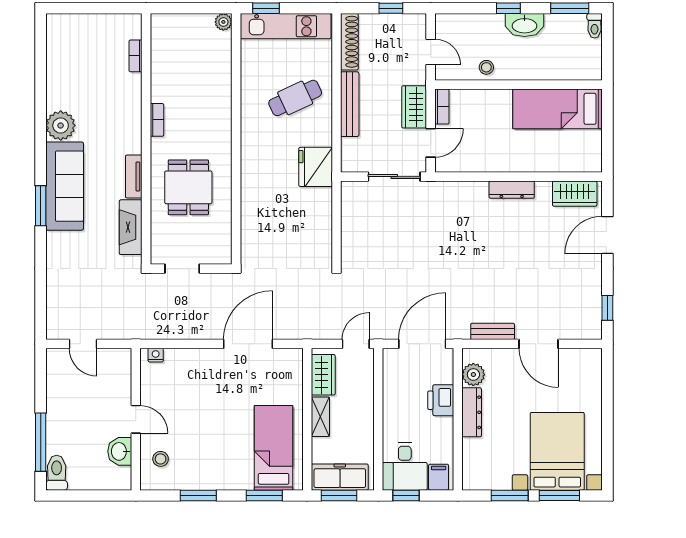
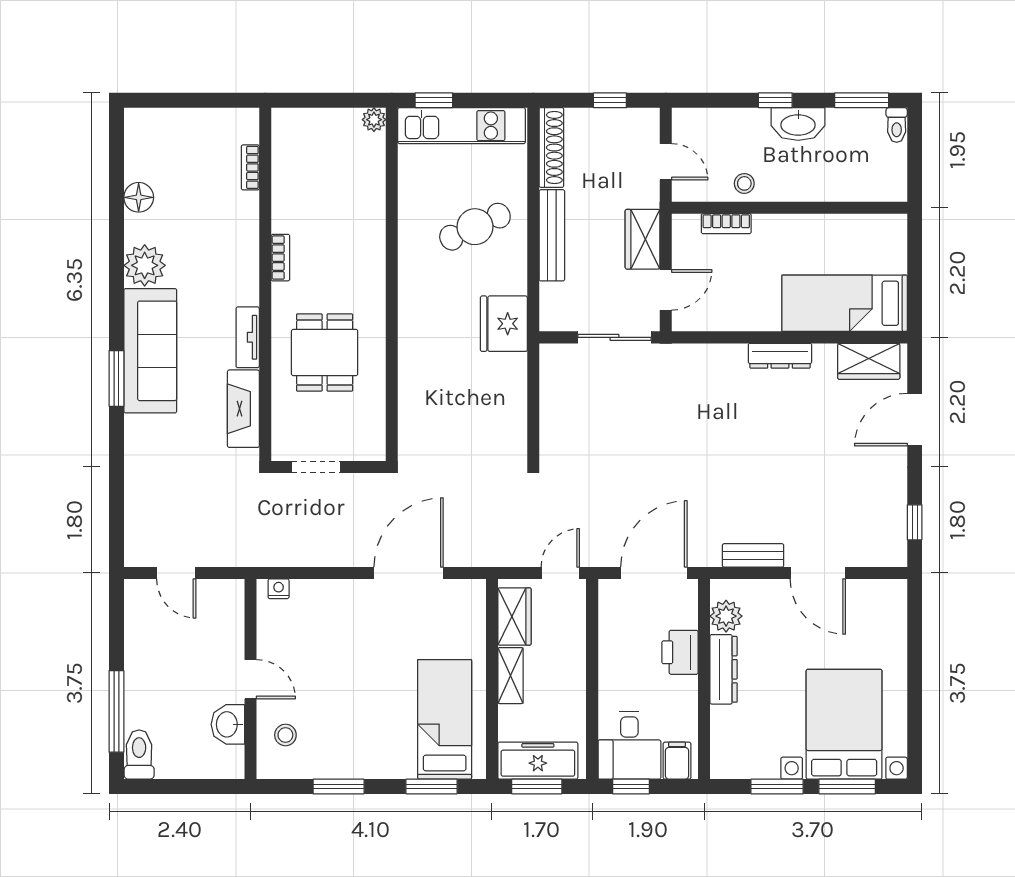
floor lamp: (56, 77) -> (139, 197), added
bookcase: (442, 106) -> (726, 224), moved, turned 90
bed: (558, 109) -> (845, 303), moved

